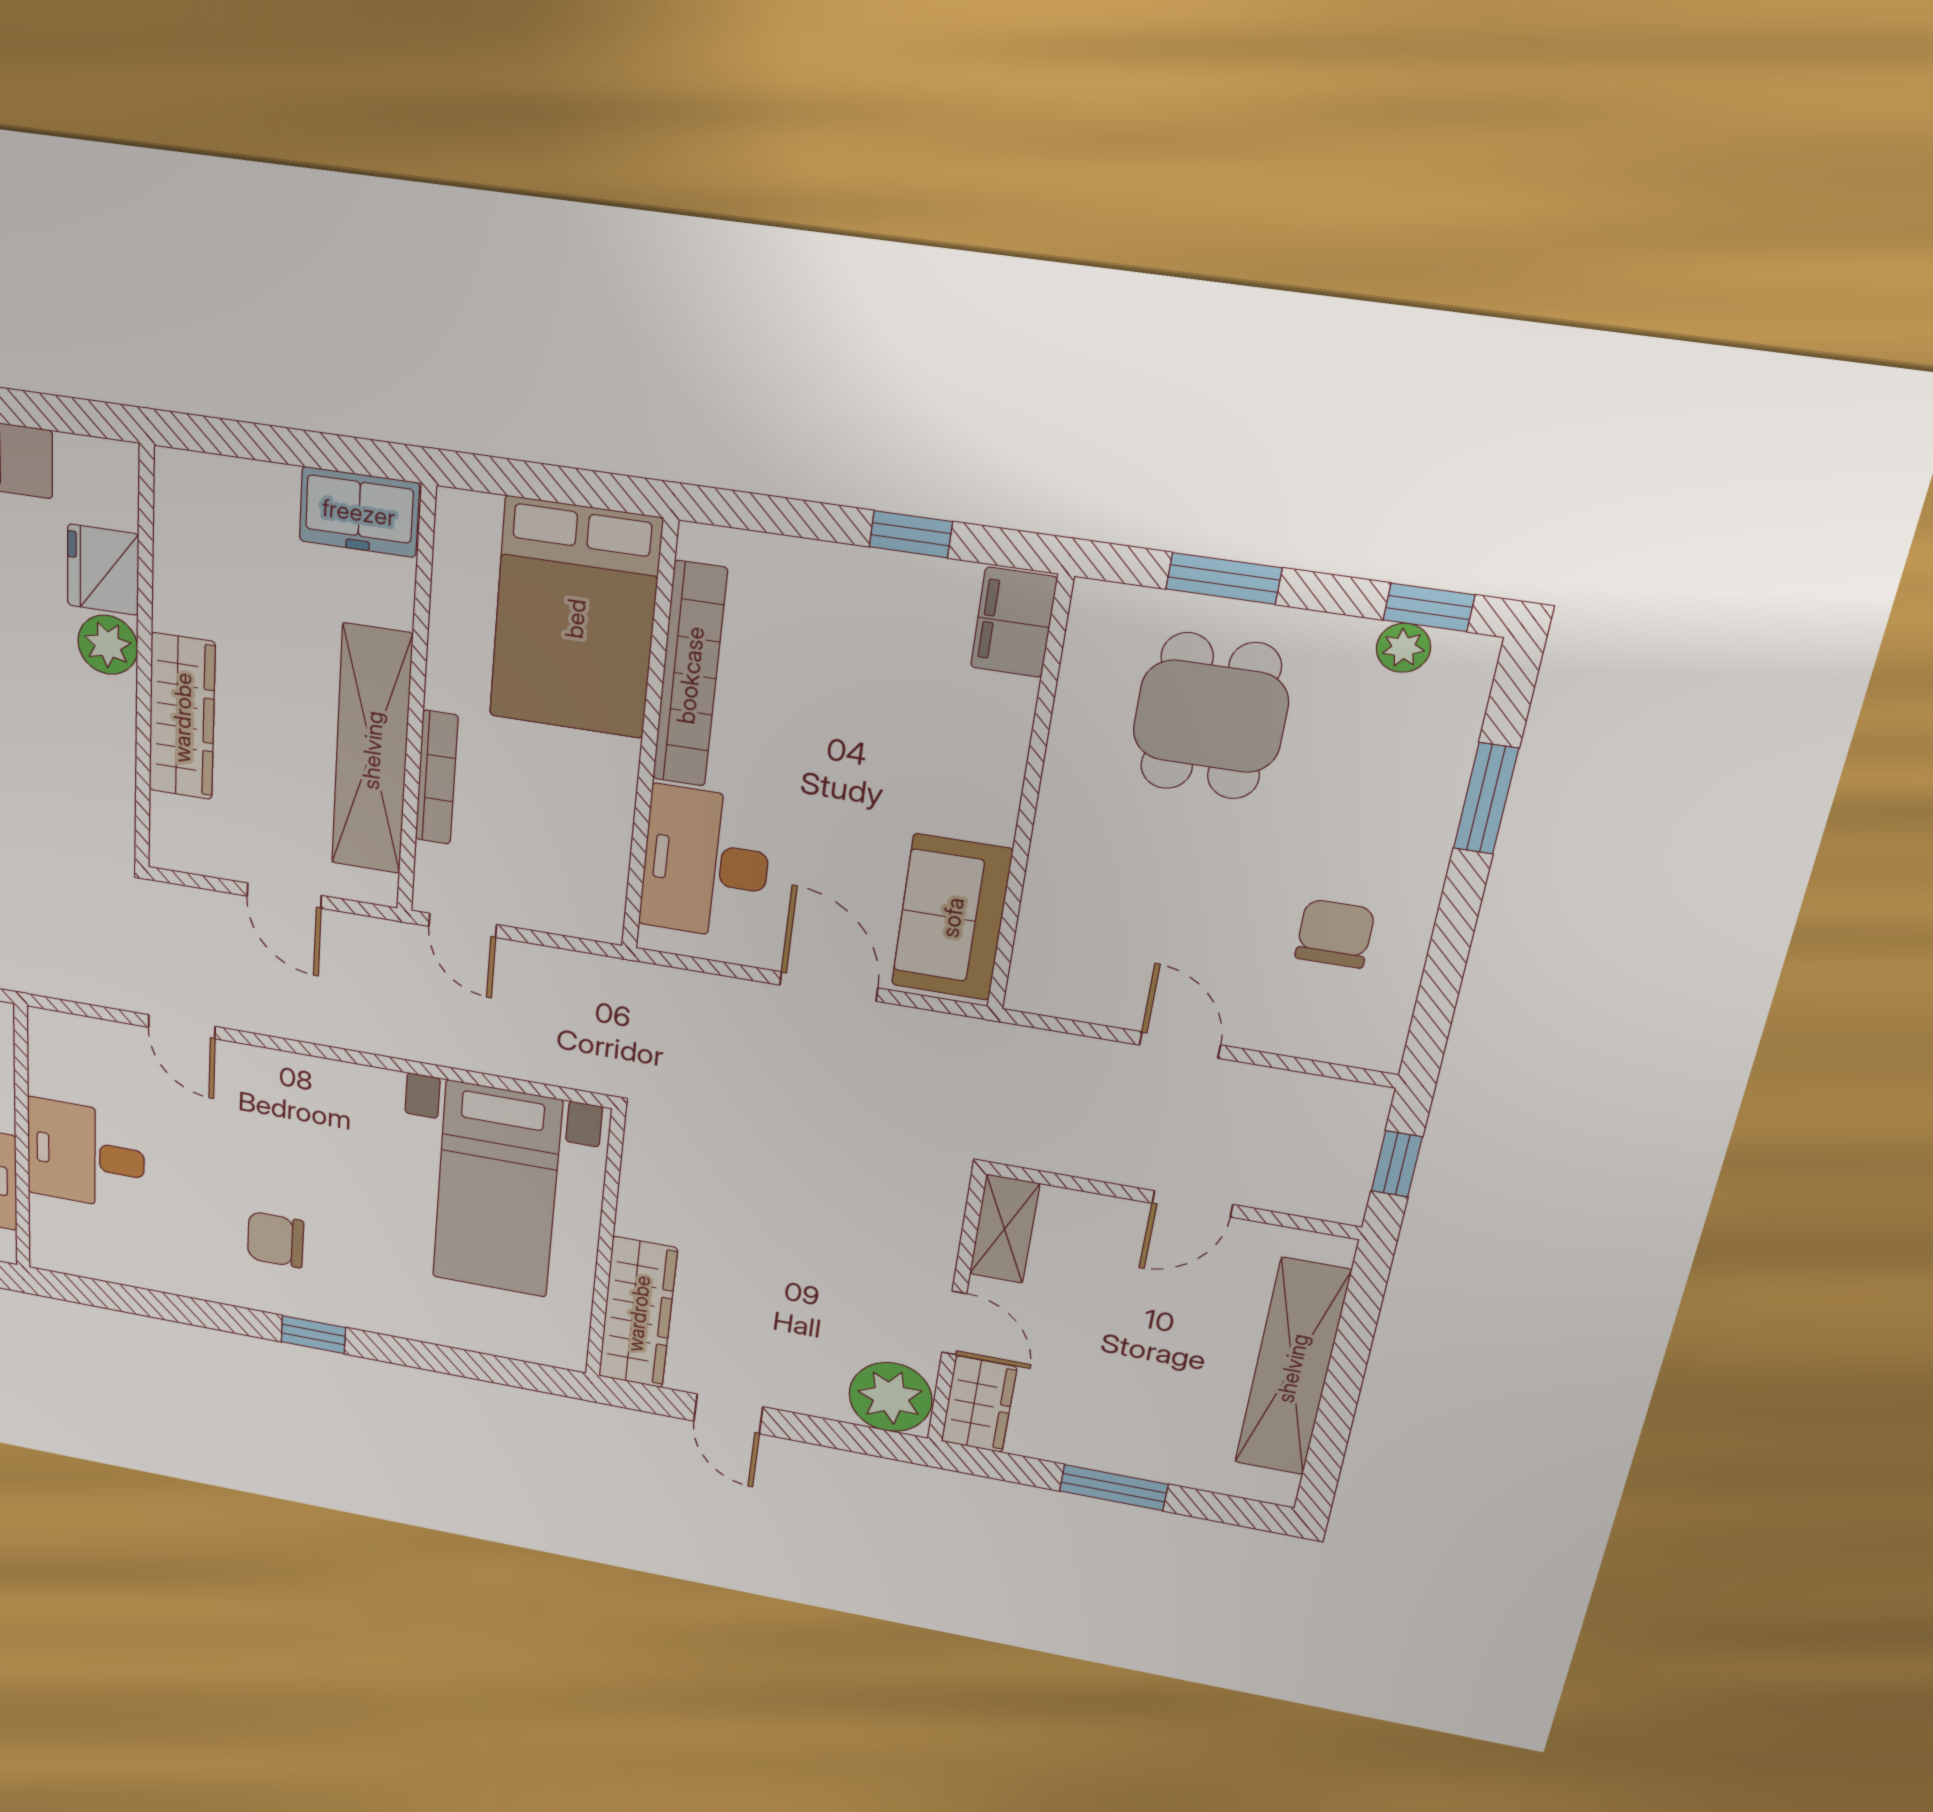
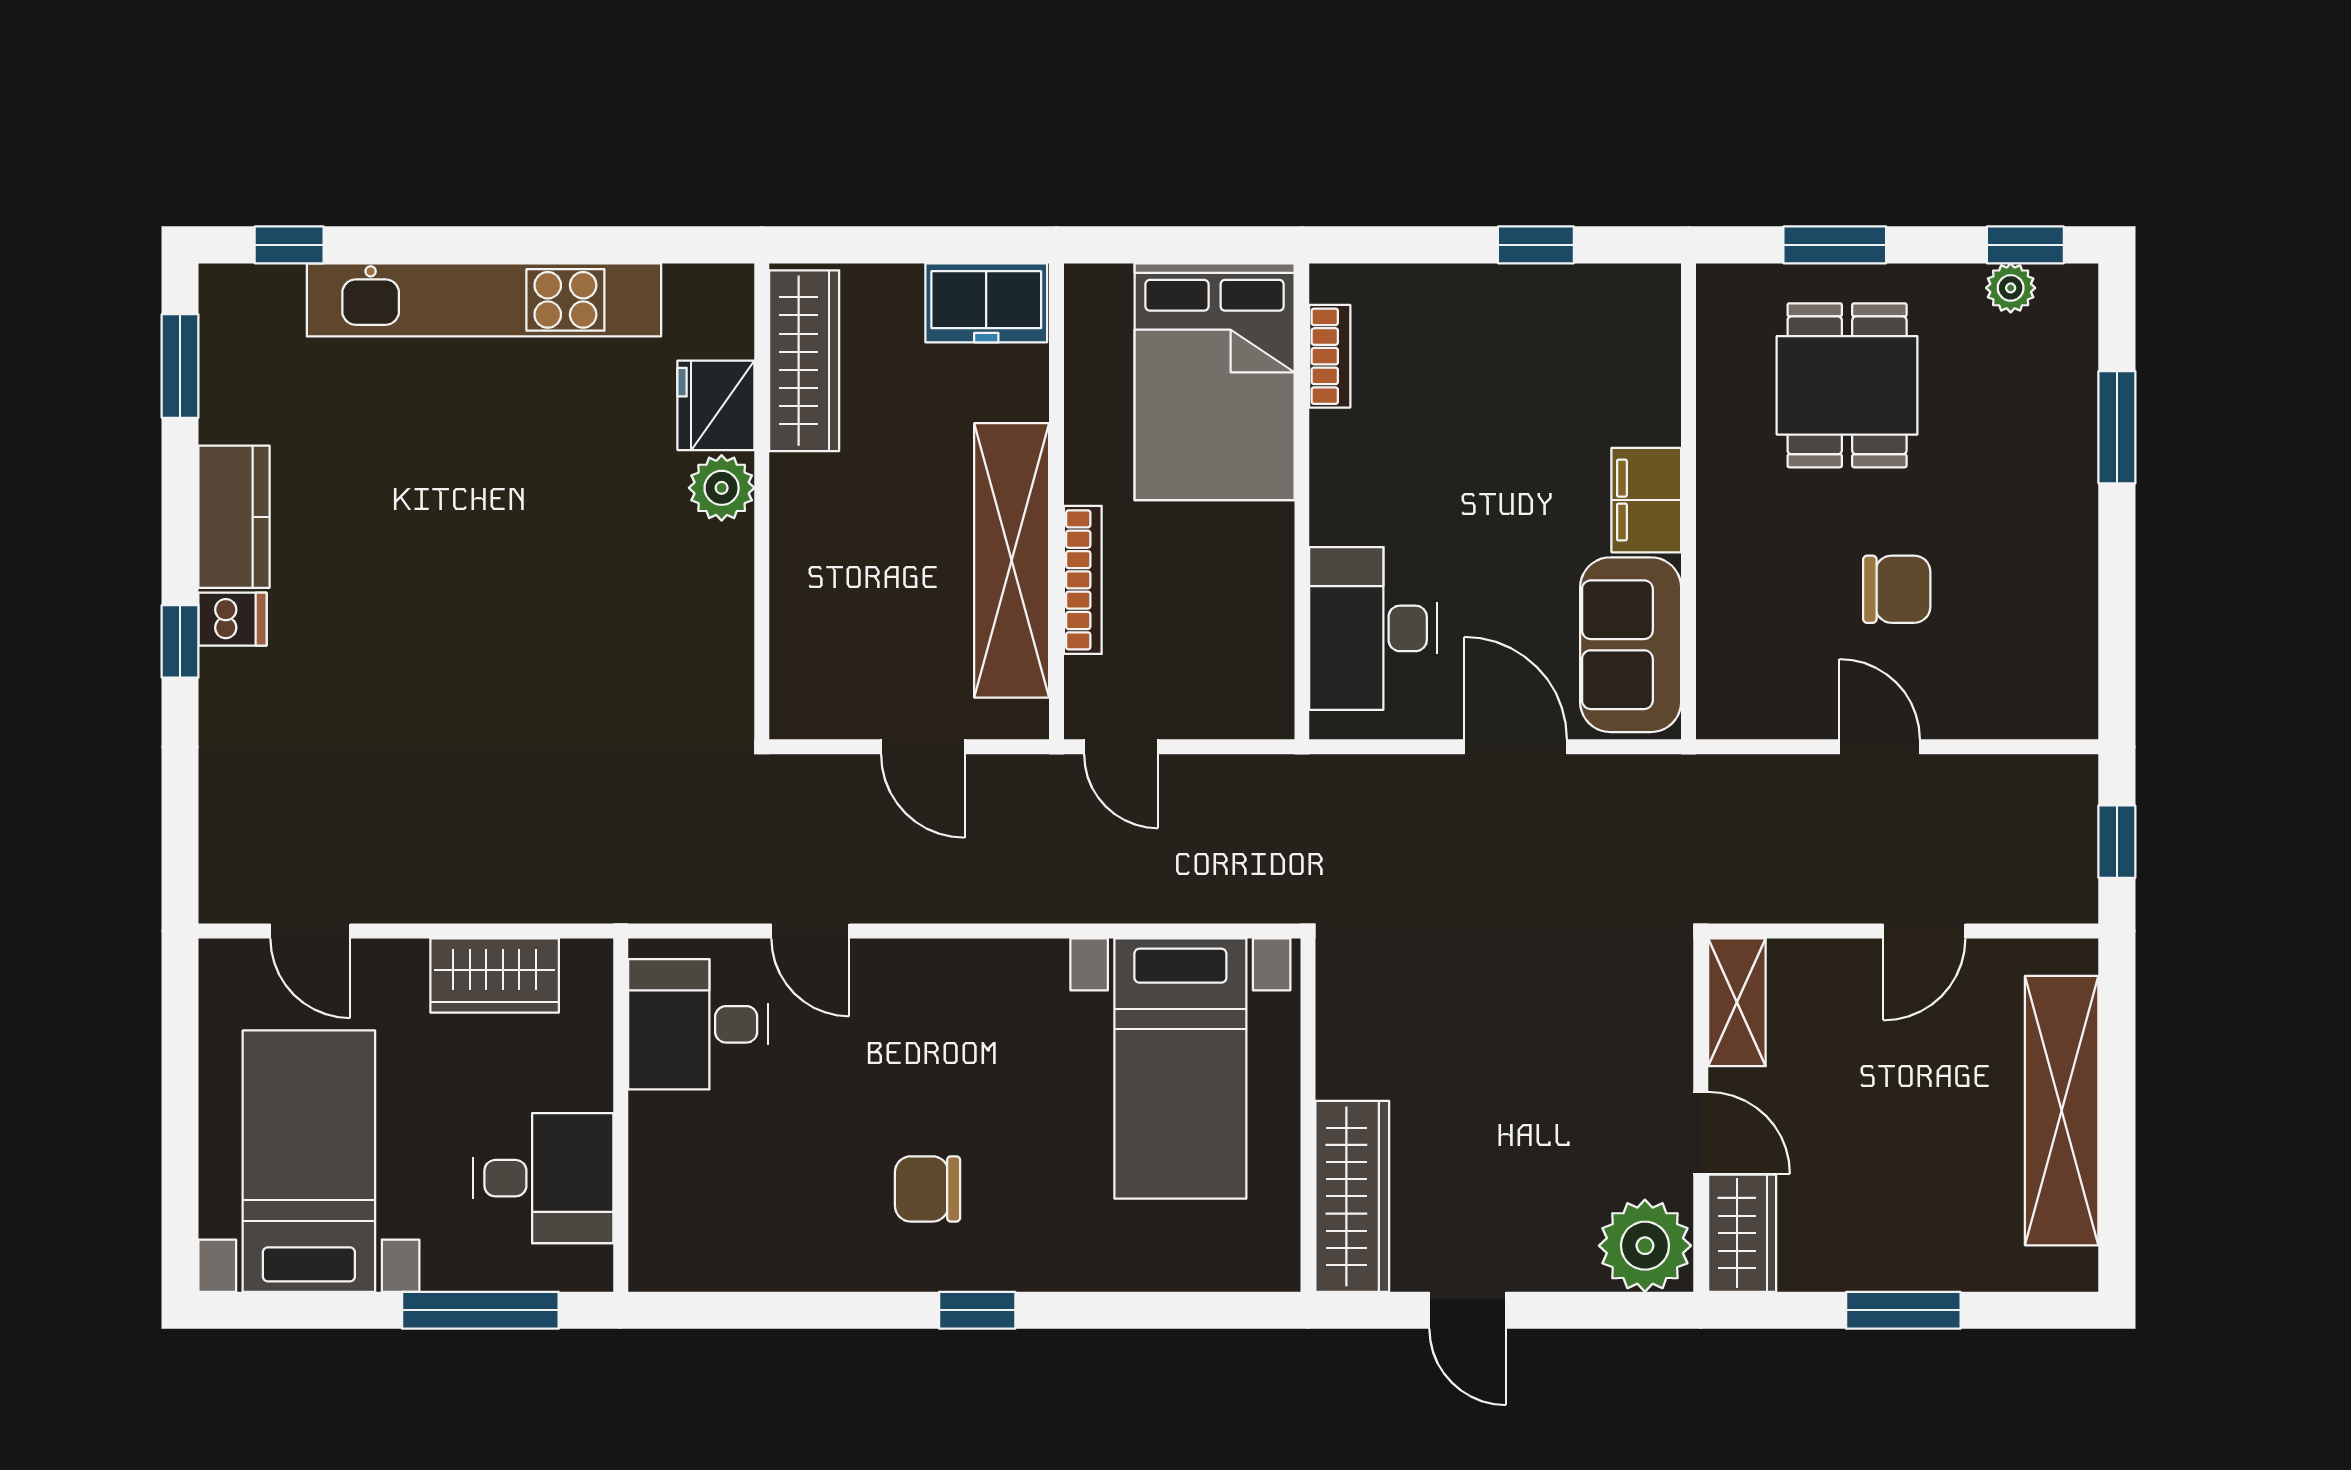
filing cabinet: (1014, 622) -> (1646, 500), moved
bookcase: (690, 675) -> (1330, 356), width x0.43, depth x0.76
wardrobe: (182, 717) -> (804, 361), moved
chair: (1335, 934) -> (1897, 589), moved, turned 90
desk: (86, 1155) -> (698, 1024), moved

